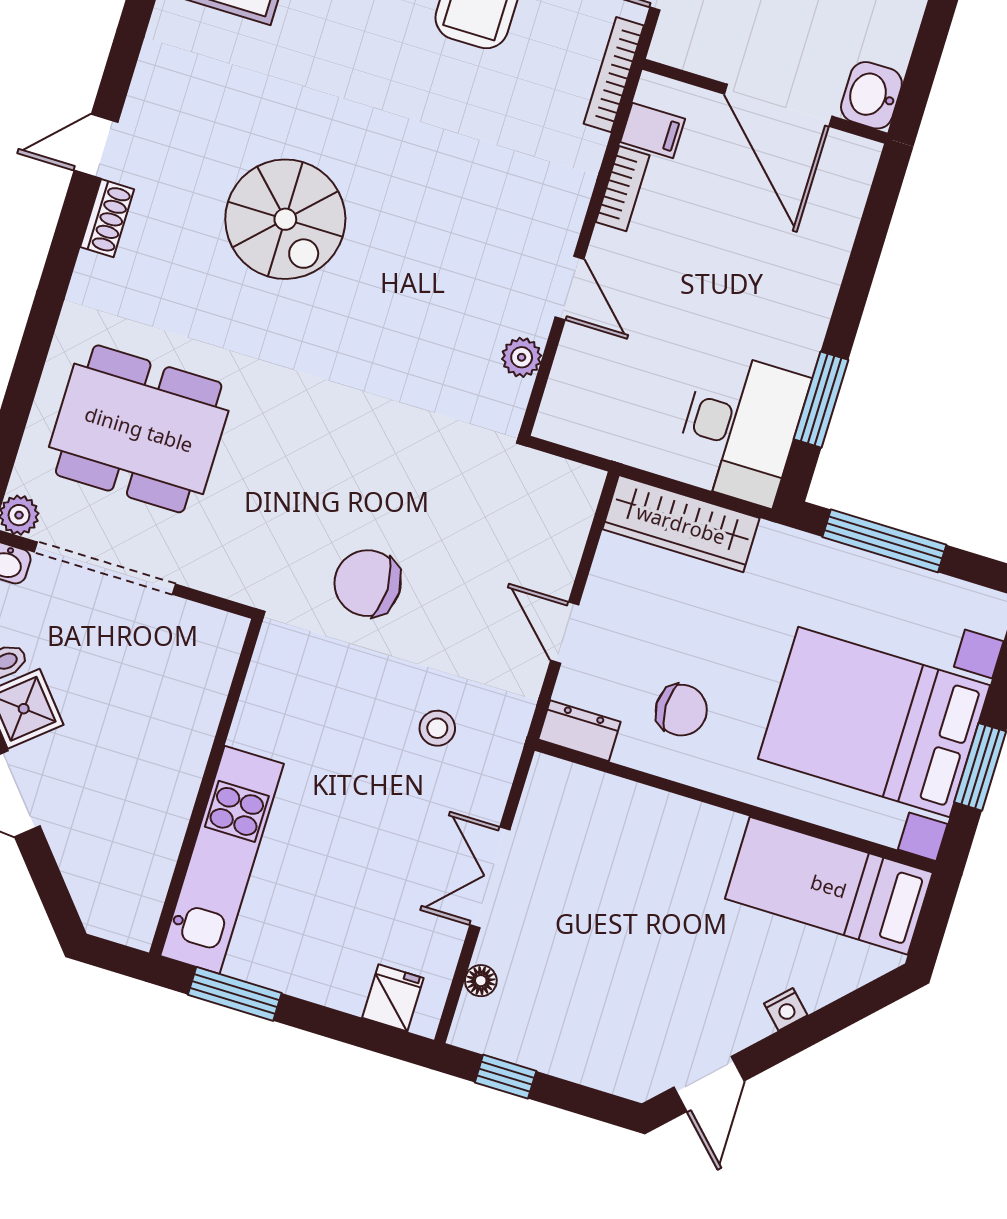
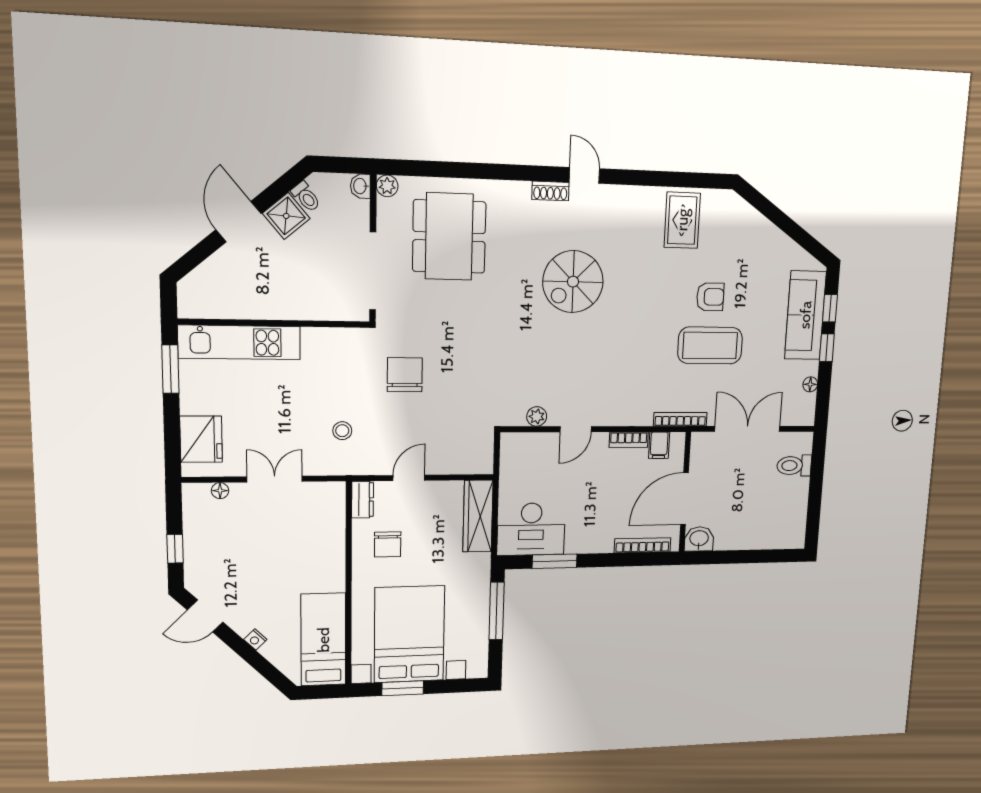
bookcase: (847, 215) -> (643, 545), added
doorway: (105, 568) -> (373, 271), moved
fridge: (393, 998) -> (201, 439), width x1.88, depth x1.34
window: (506, 1077) -> (175, 549), moved

